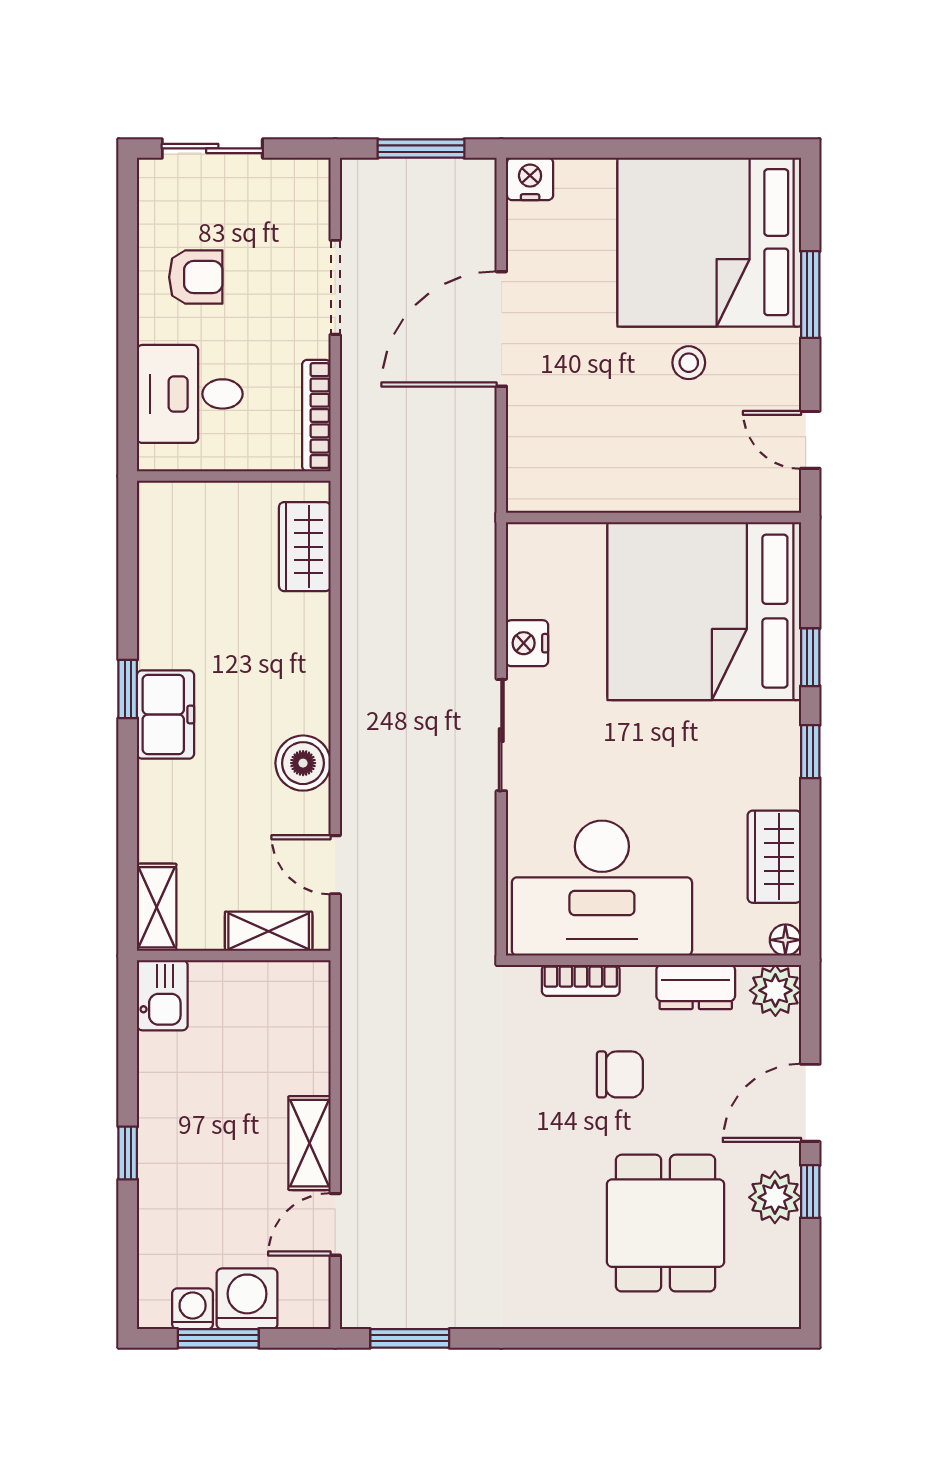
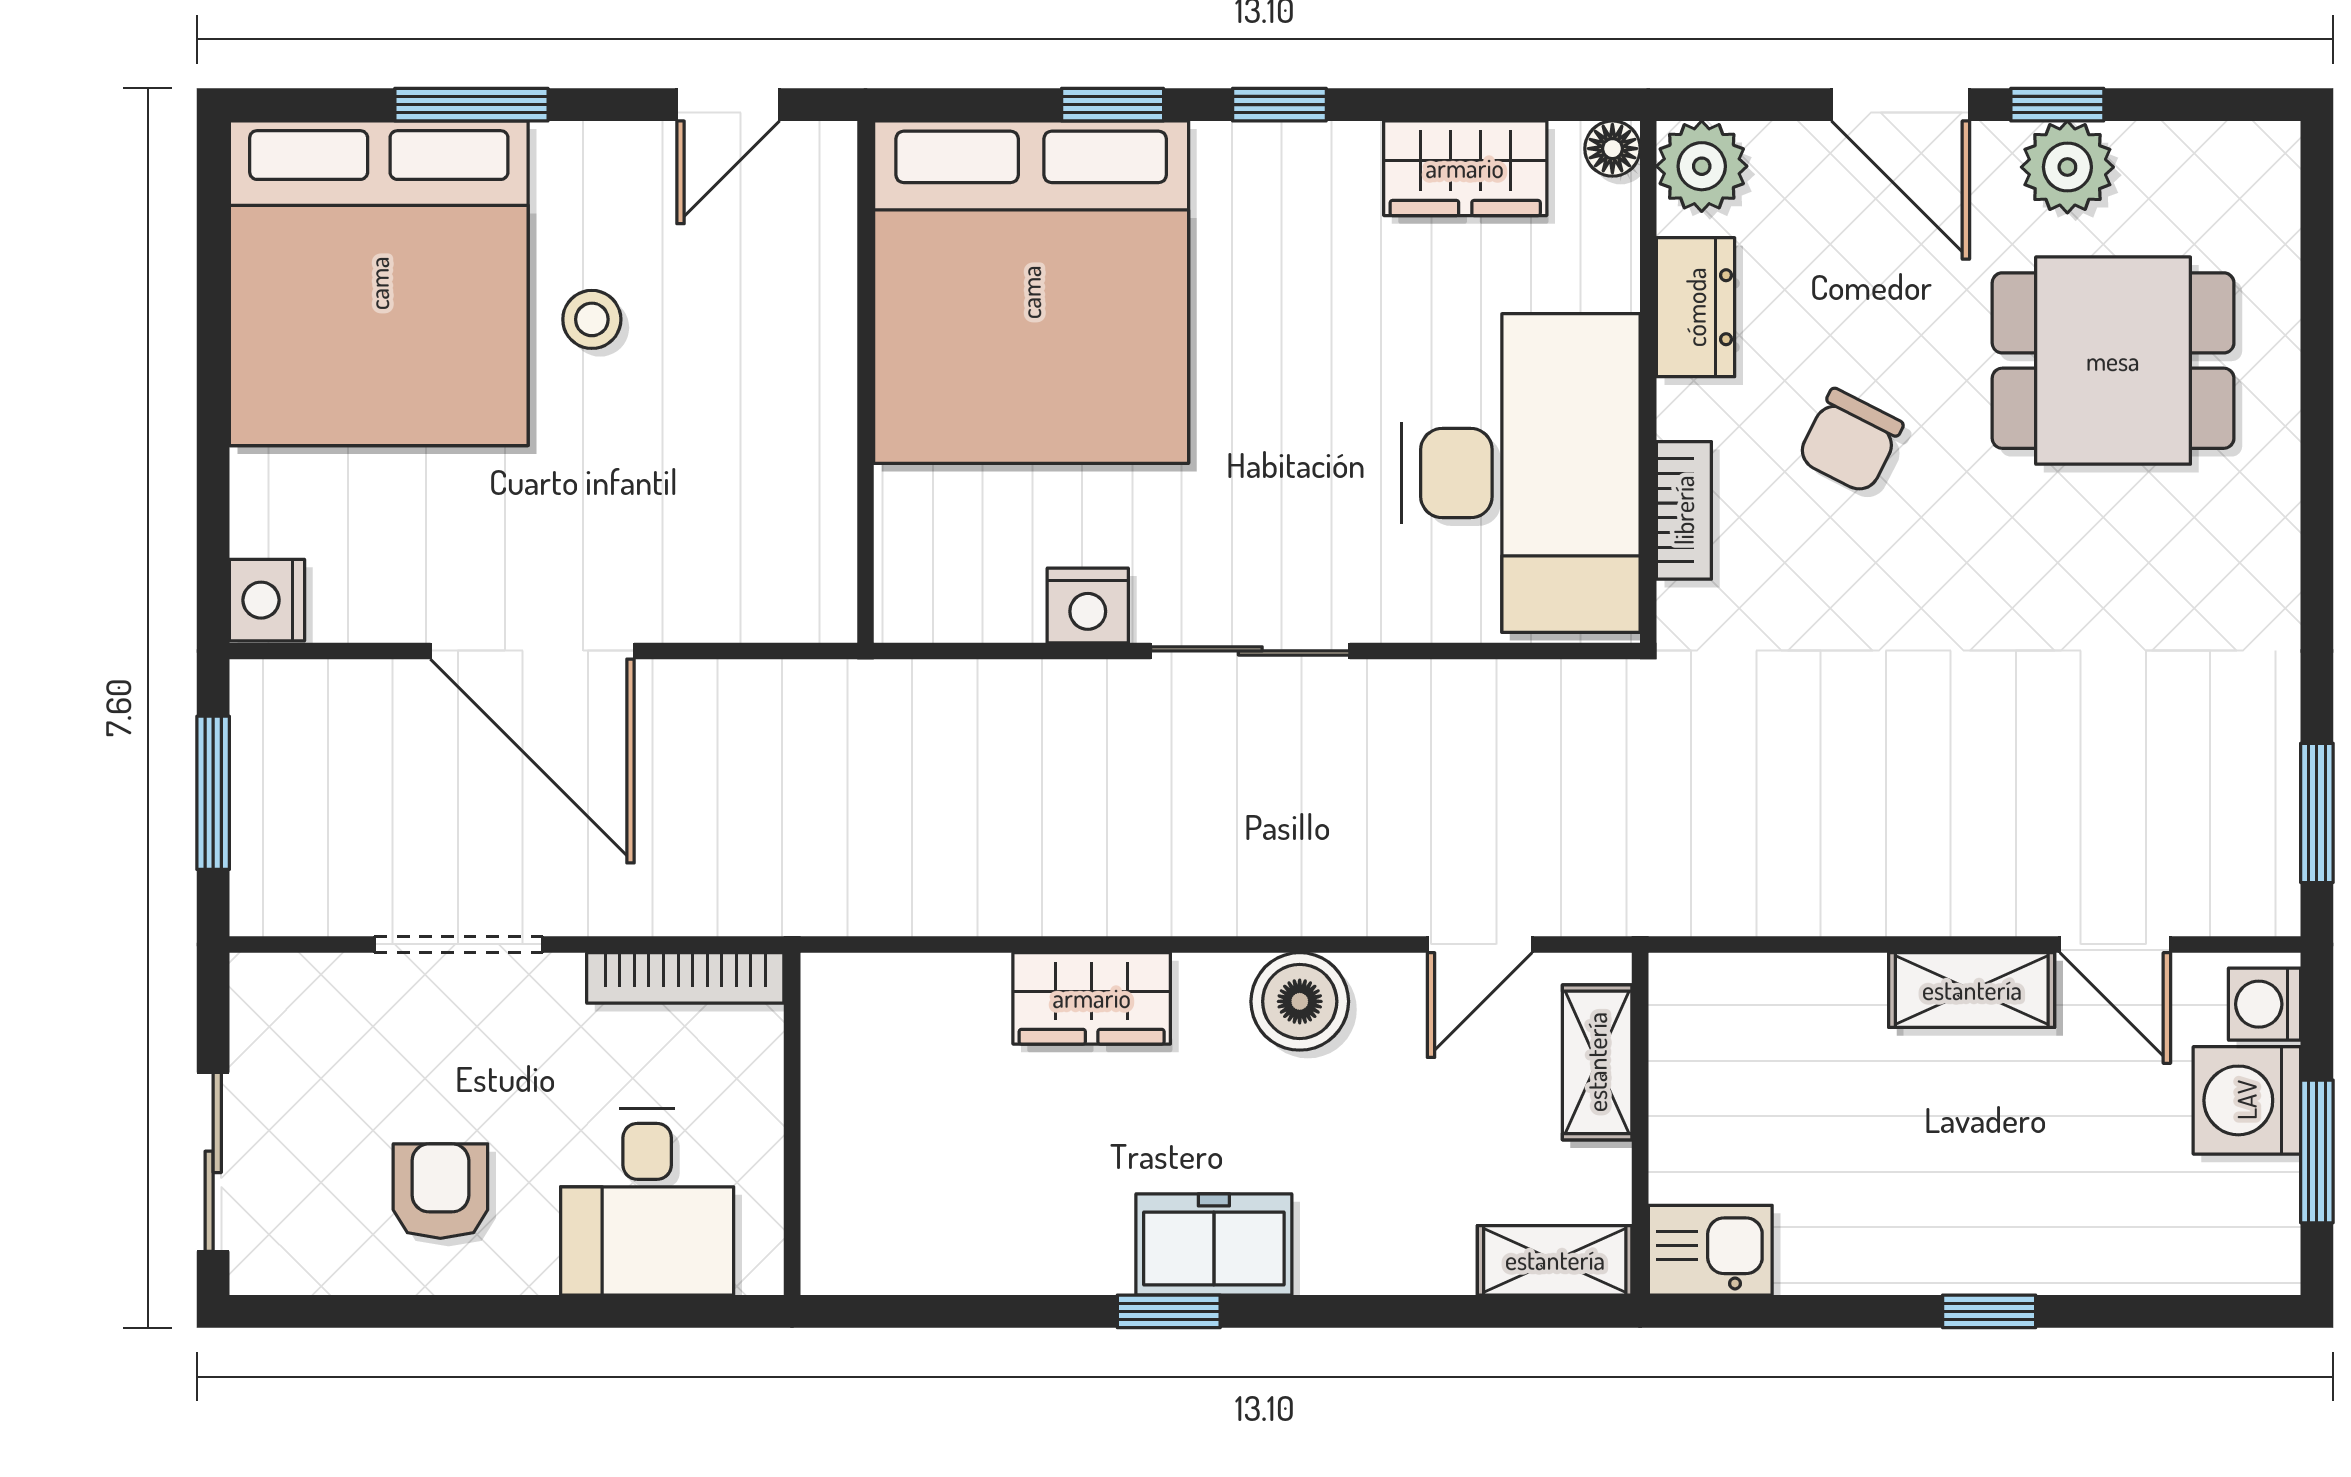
wardrobe: (305, 547) -> (1092, 998), moved
chair: (620, 1074) -> (1850, 441), turned -153
washing machine: (193, 1309) -> (2265, 1004), moved

